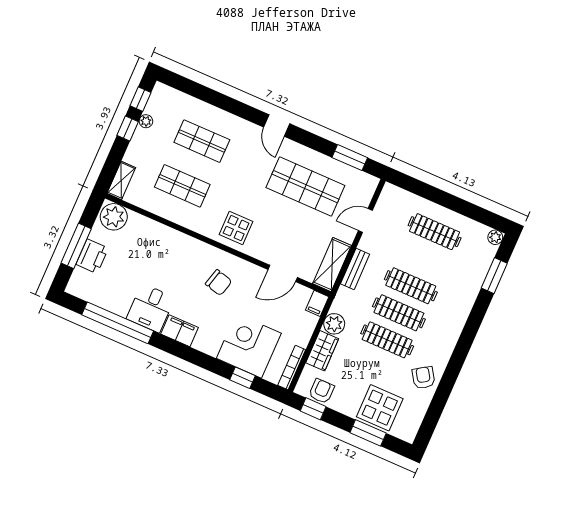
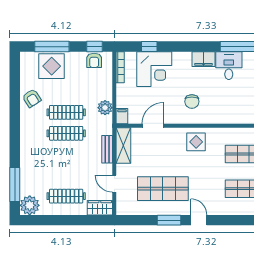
window: (350, 158) -> (169, 220), moved
door: (365, 221) -> (114, 184), swing flipped
plant: (495, 237) -> (30, 205), width x1.88, depth x1.88
window: (494, 276) -> (15, 185), width x1.44
chair: (219, 283) -> (192, 102), turned -105
clothes rail: (411, 286) -> (66, 154), removed
wardrobe: (322, 351) -> (100, 208), moved, turned 90
window: (368, 433) -> (52, 47), width x1.44

